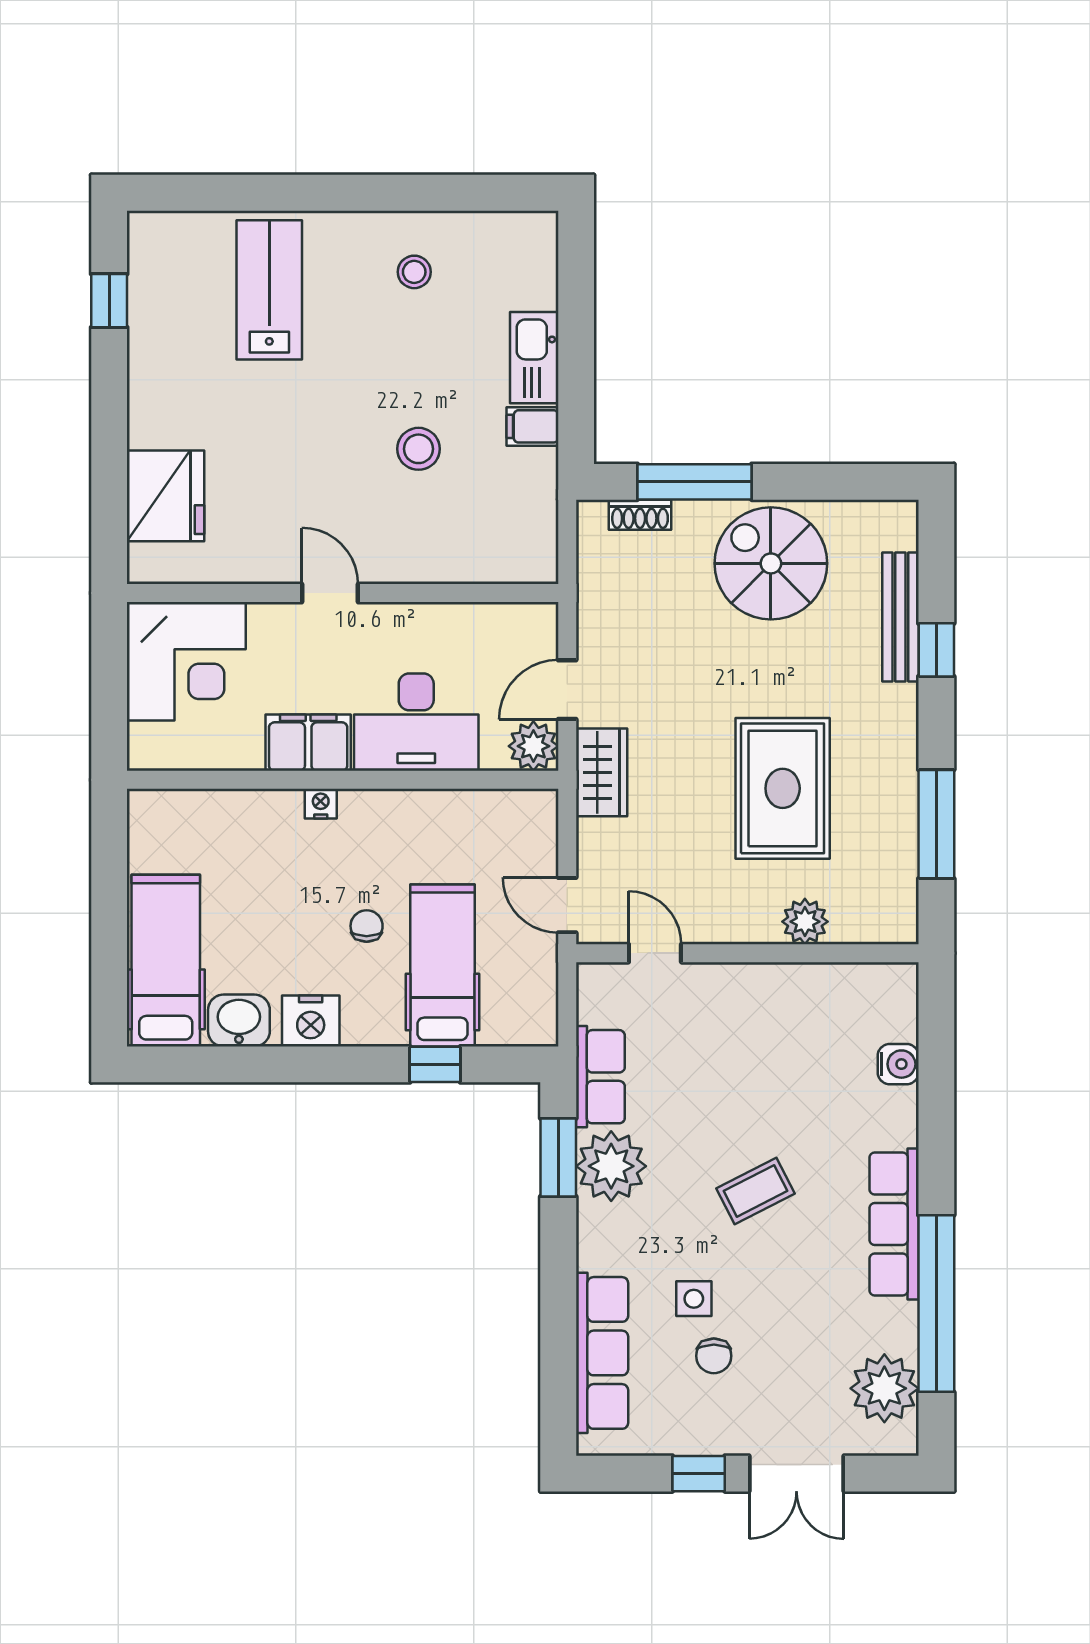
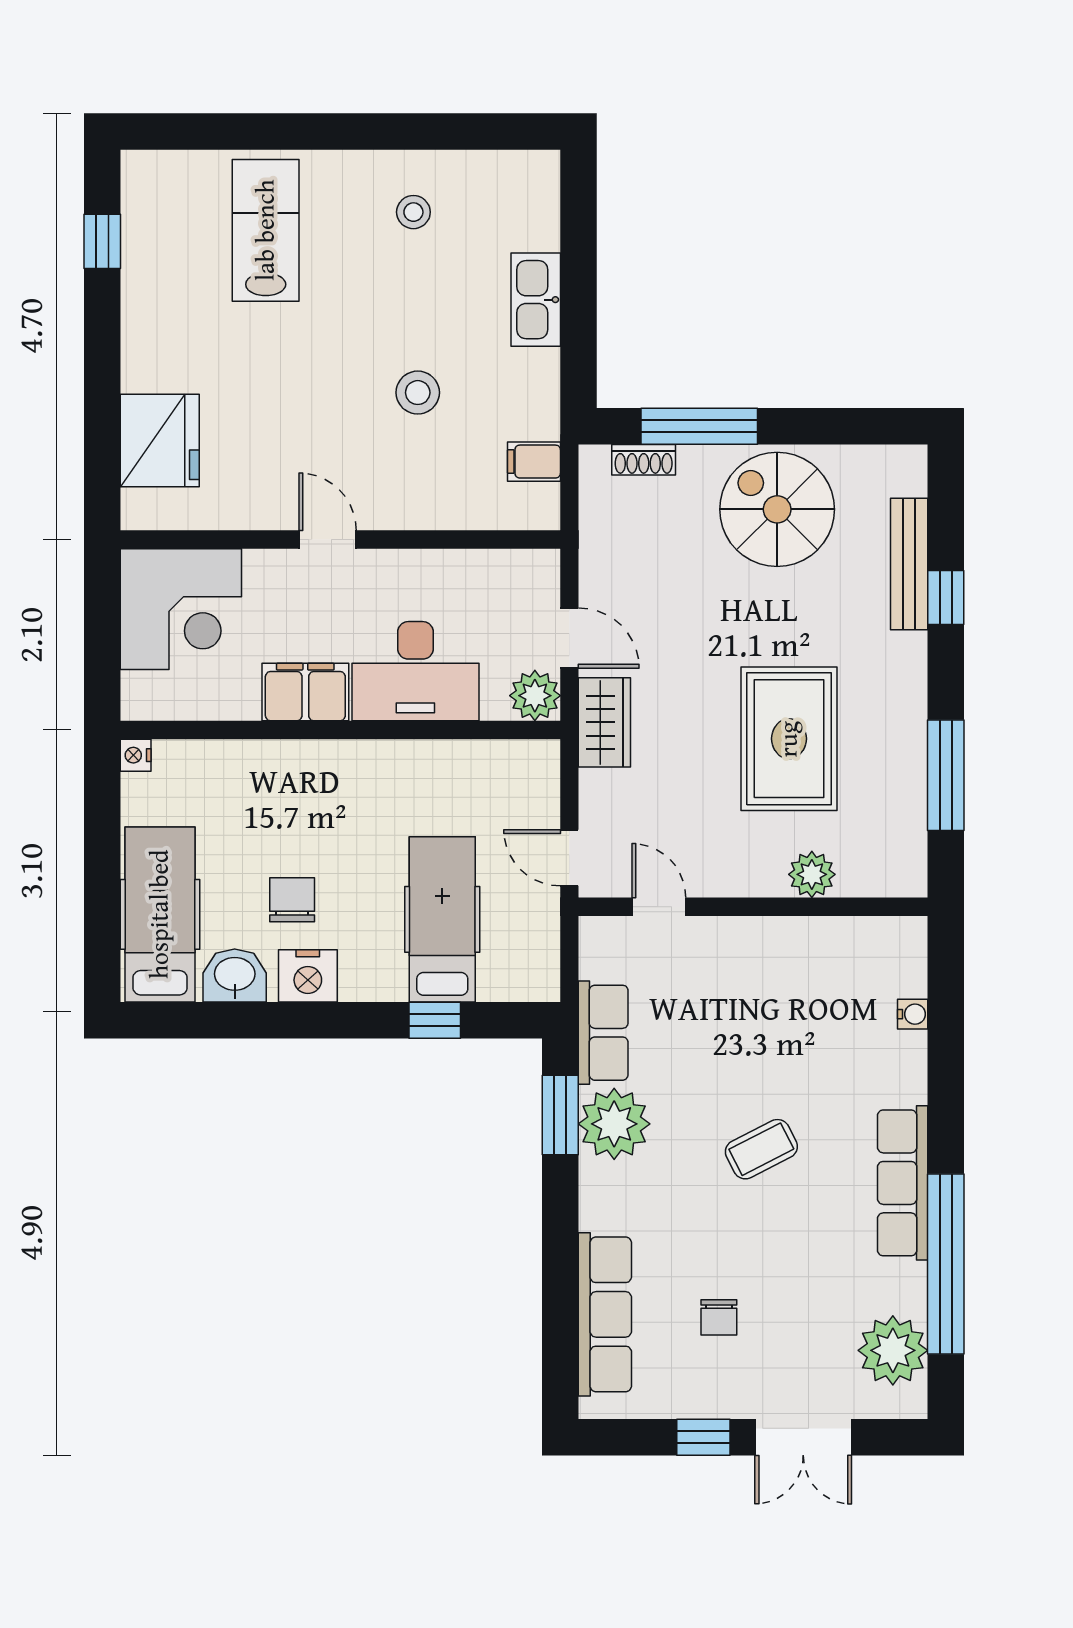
filing cabinet: (532, 426) -> (534, 462), moved
door: (567, 690) -> (569, 638), swing flipped
nightstand: (321, 804) -> (136, 755), moved, turned -90
chair: (367, 926) -> (292, 900), moved, width x1.37, depth x1.37
water cooler: (898, 1064) -> (913, 1014), width x0.72, depth x0.72
side table: (694, 1299) -> (699, 1259), removed

